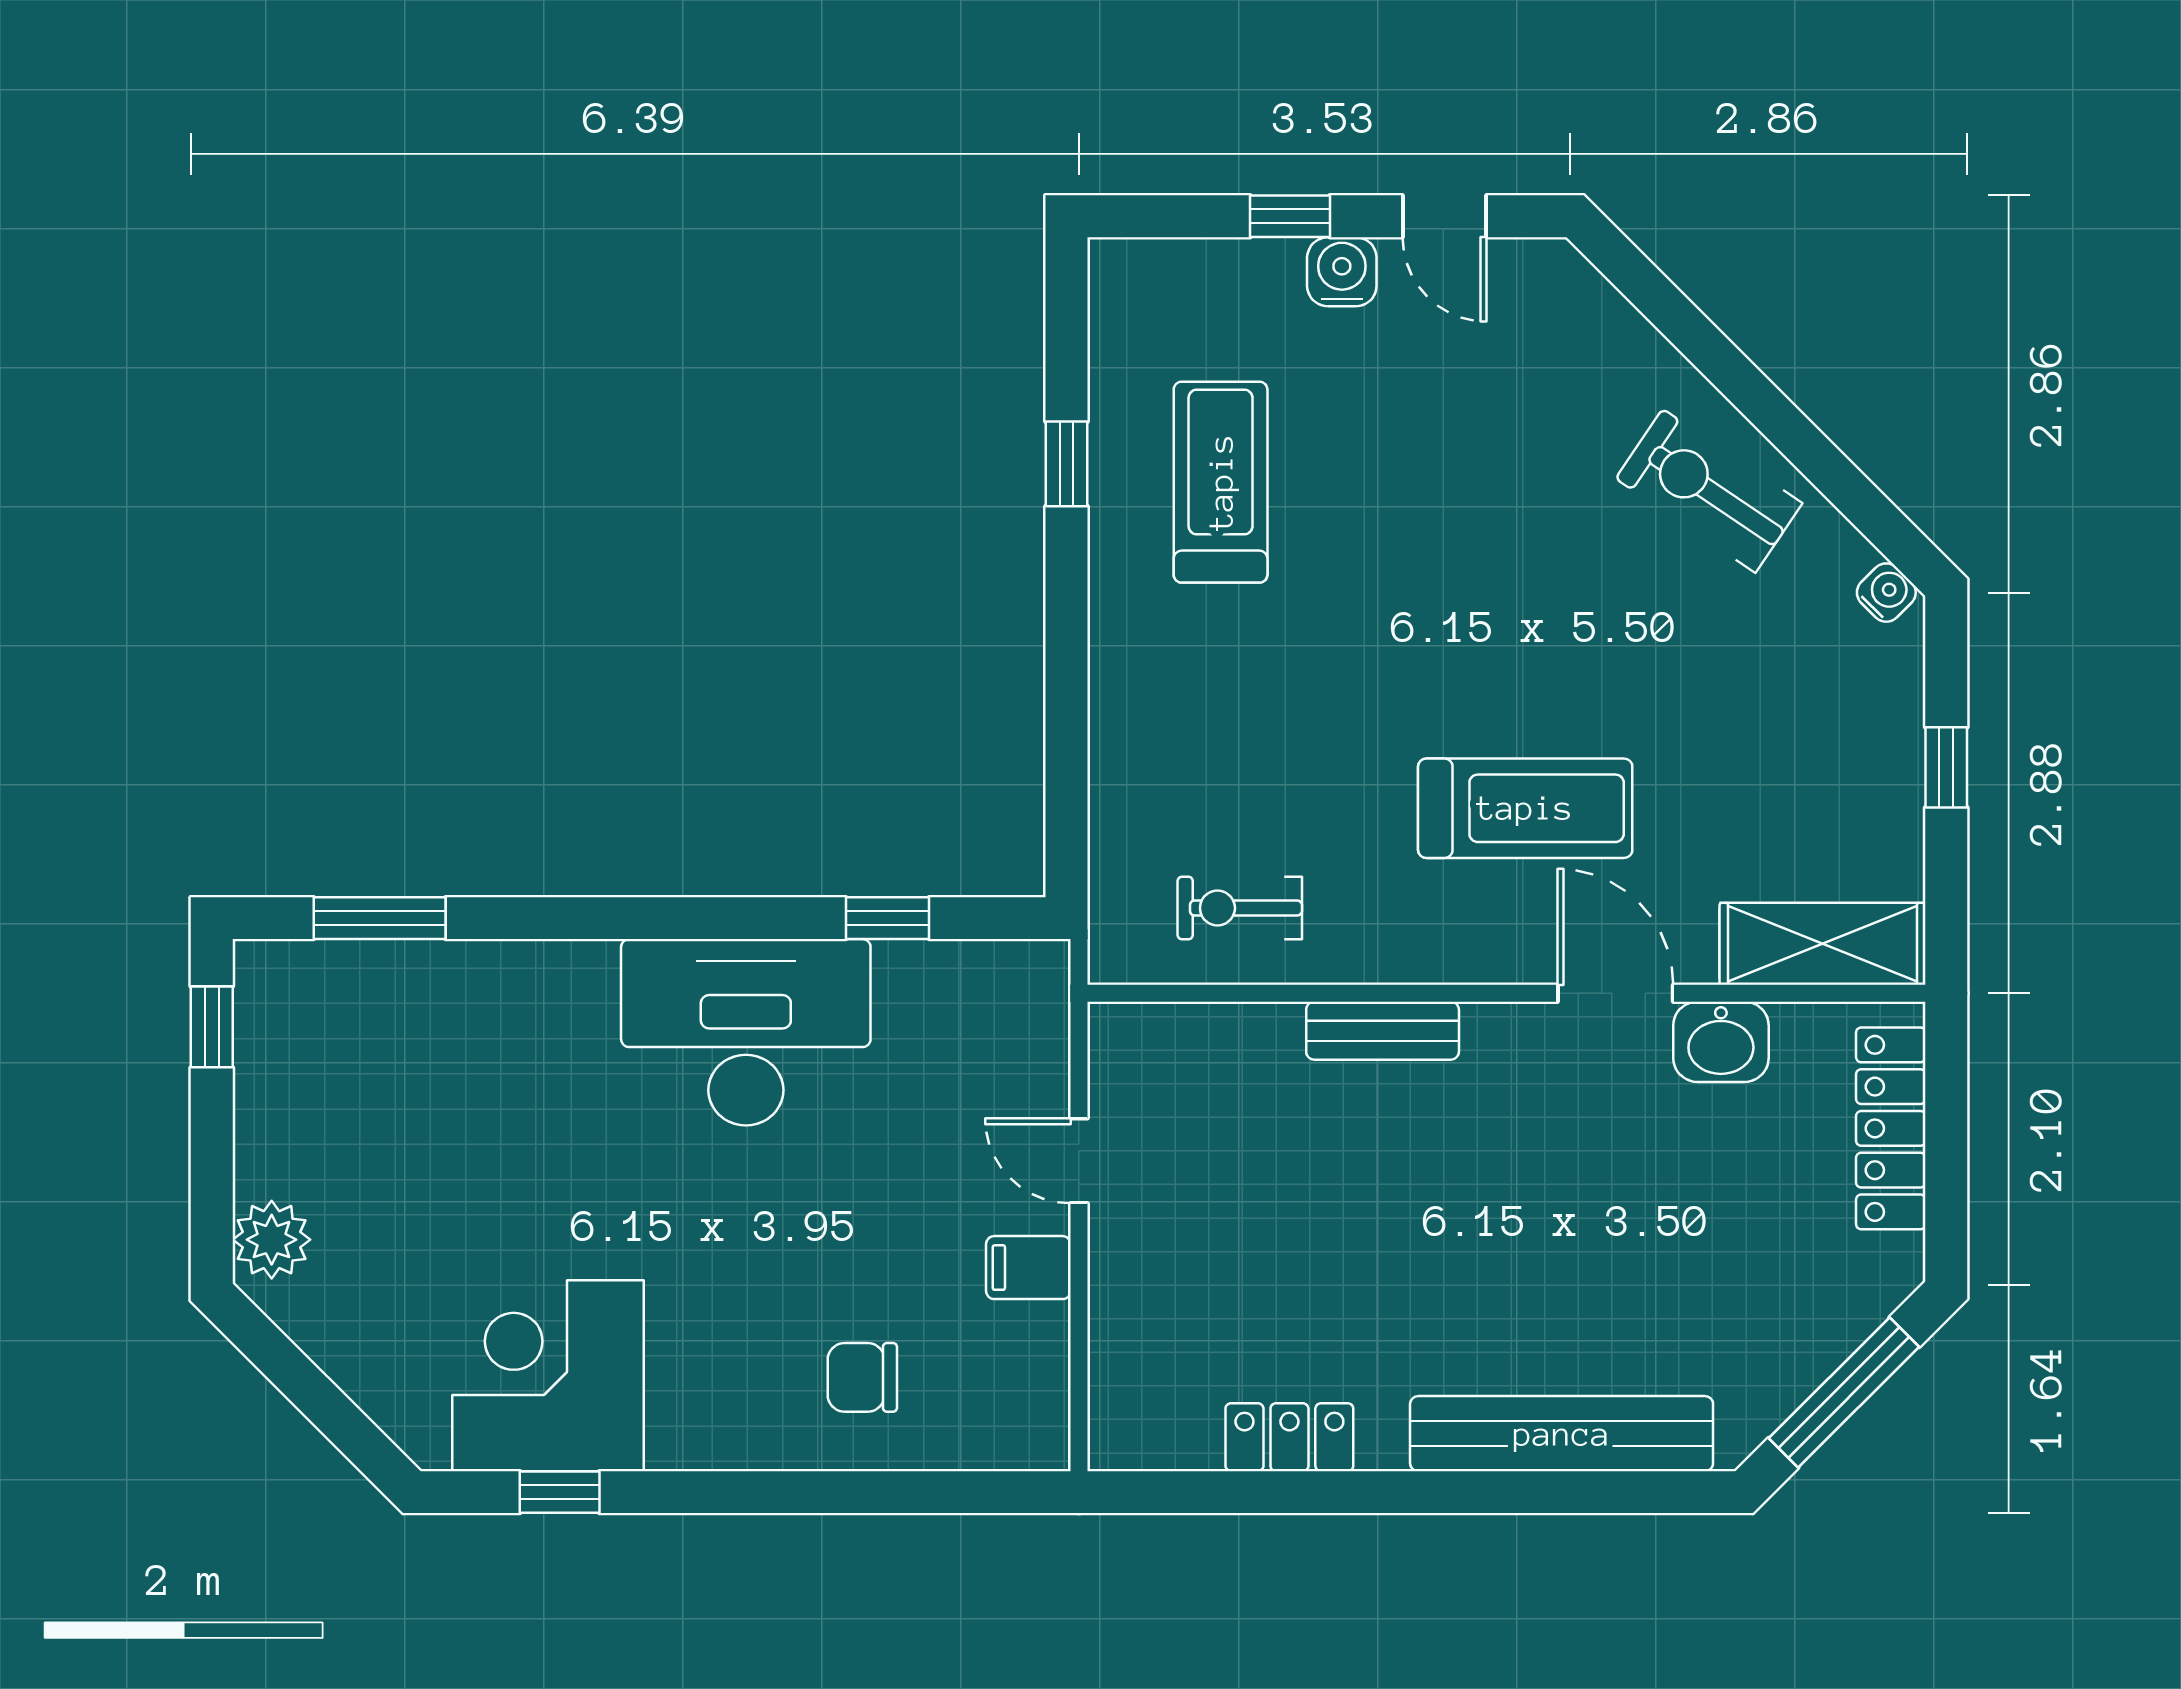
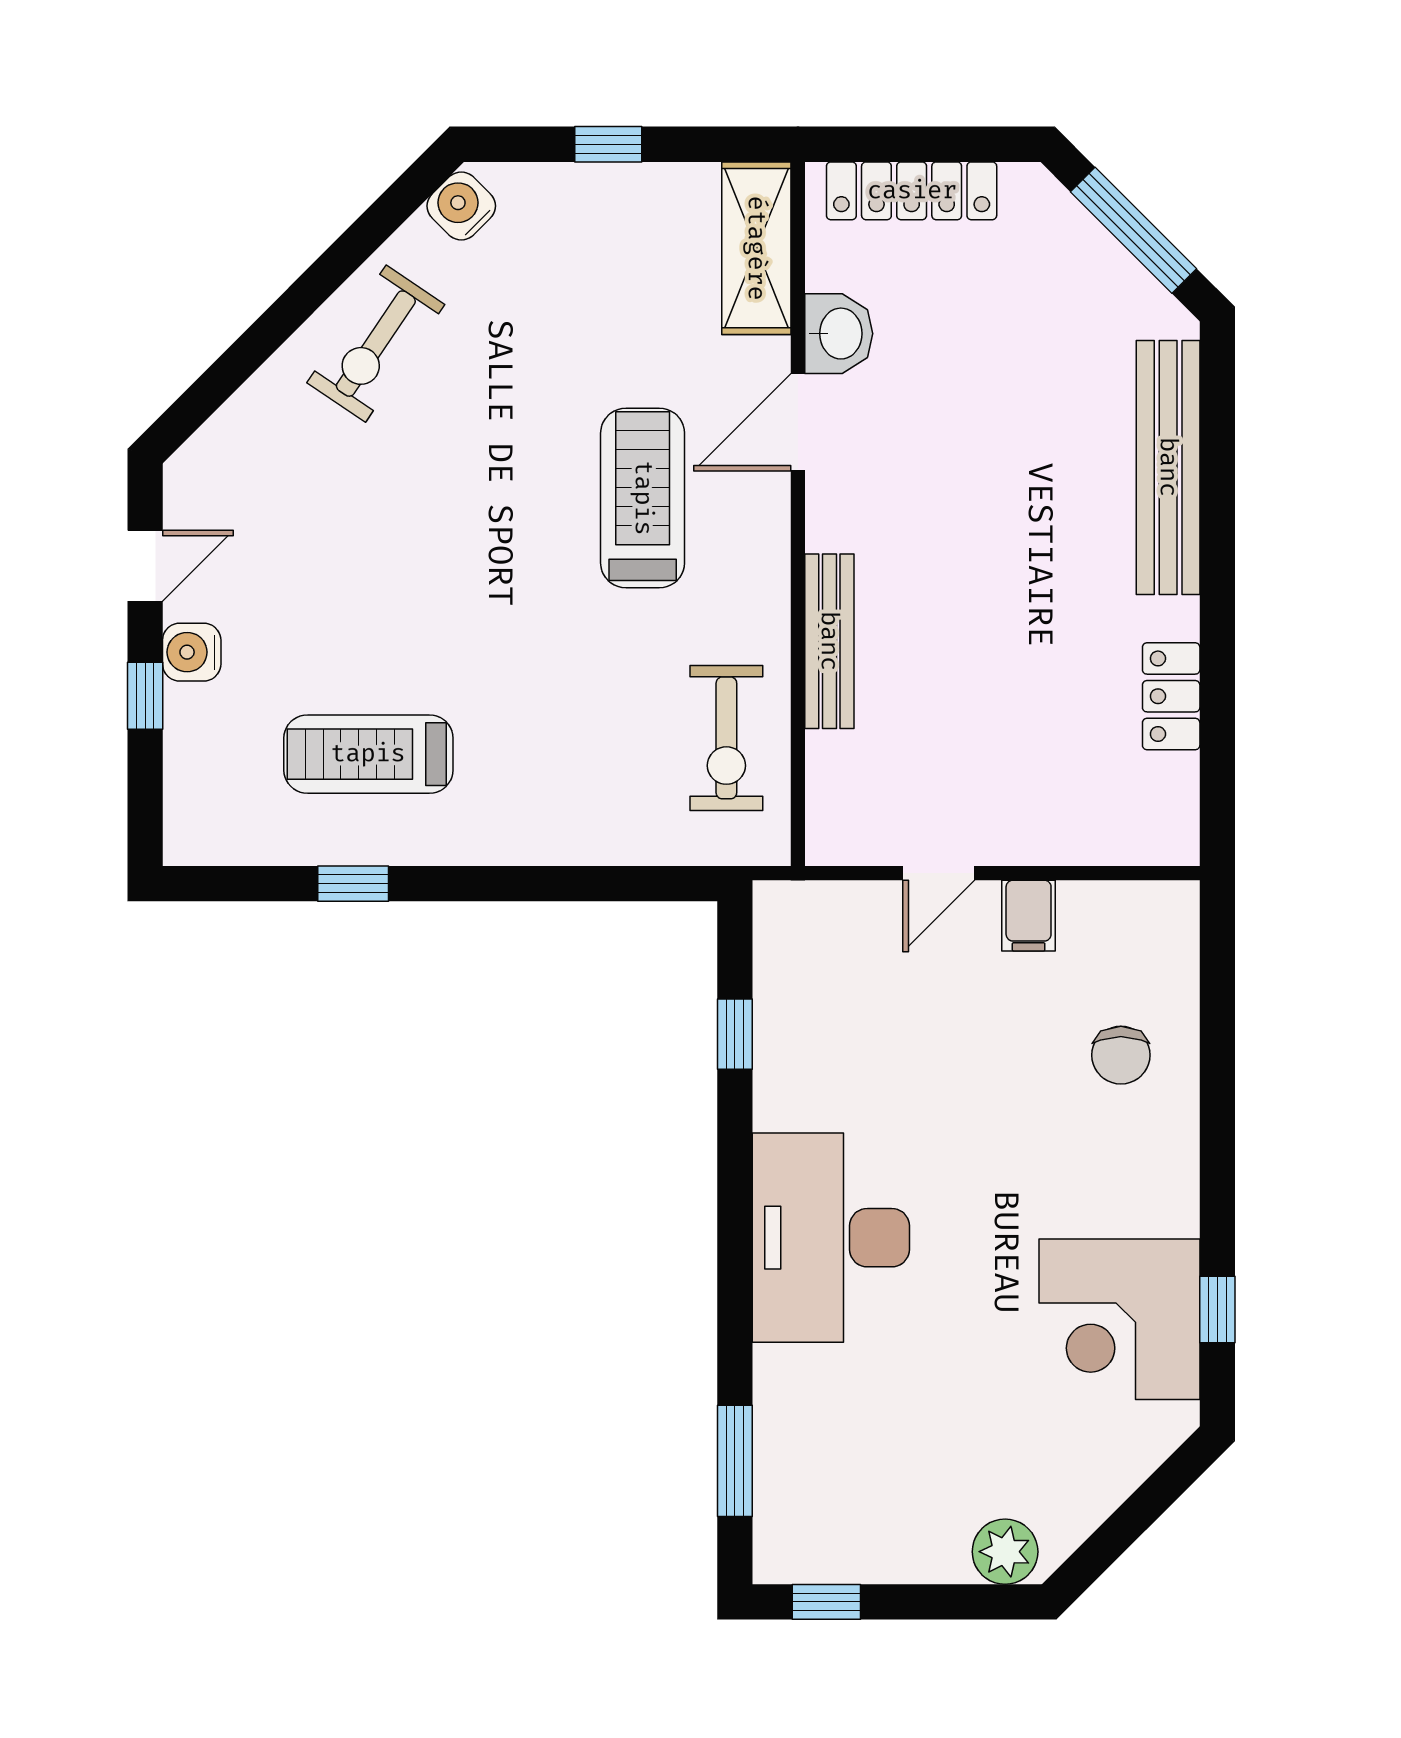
water cooler: (1886, 593) -> (461, 206), width x1.38, depth x1.38
exercise bike: (1240, 908) -> (726, 738), width x1.38, depth x1.39
bench: (1383, 1031) -> (829, 641), width x1.36
desk: (746, 1032) -> (831, 1238), moved

